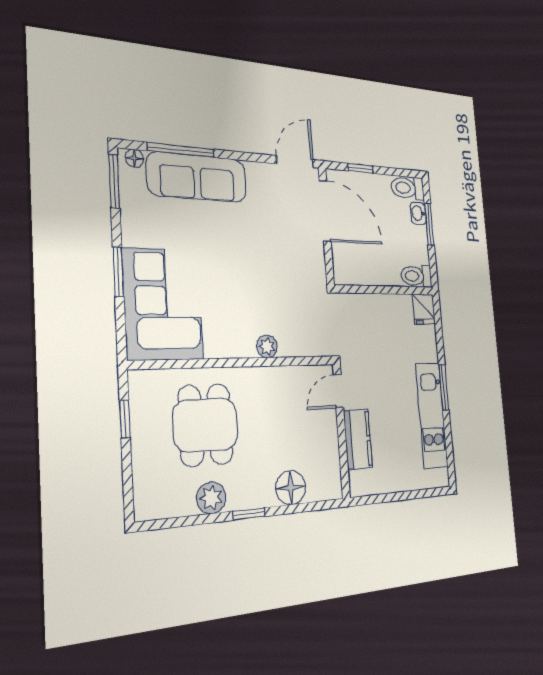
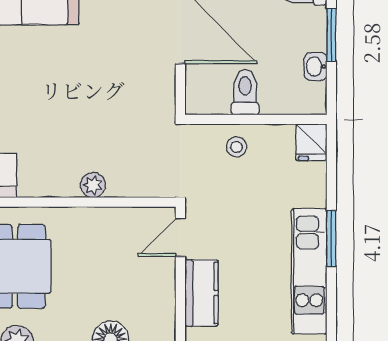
washbasin: (418, 213) -> (316, 66), moved
toilet: (416, 276) -> (245, 92), moved, turned 90
stool: (373, 313) -> (236, 147), added

